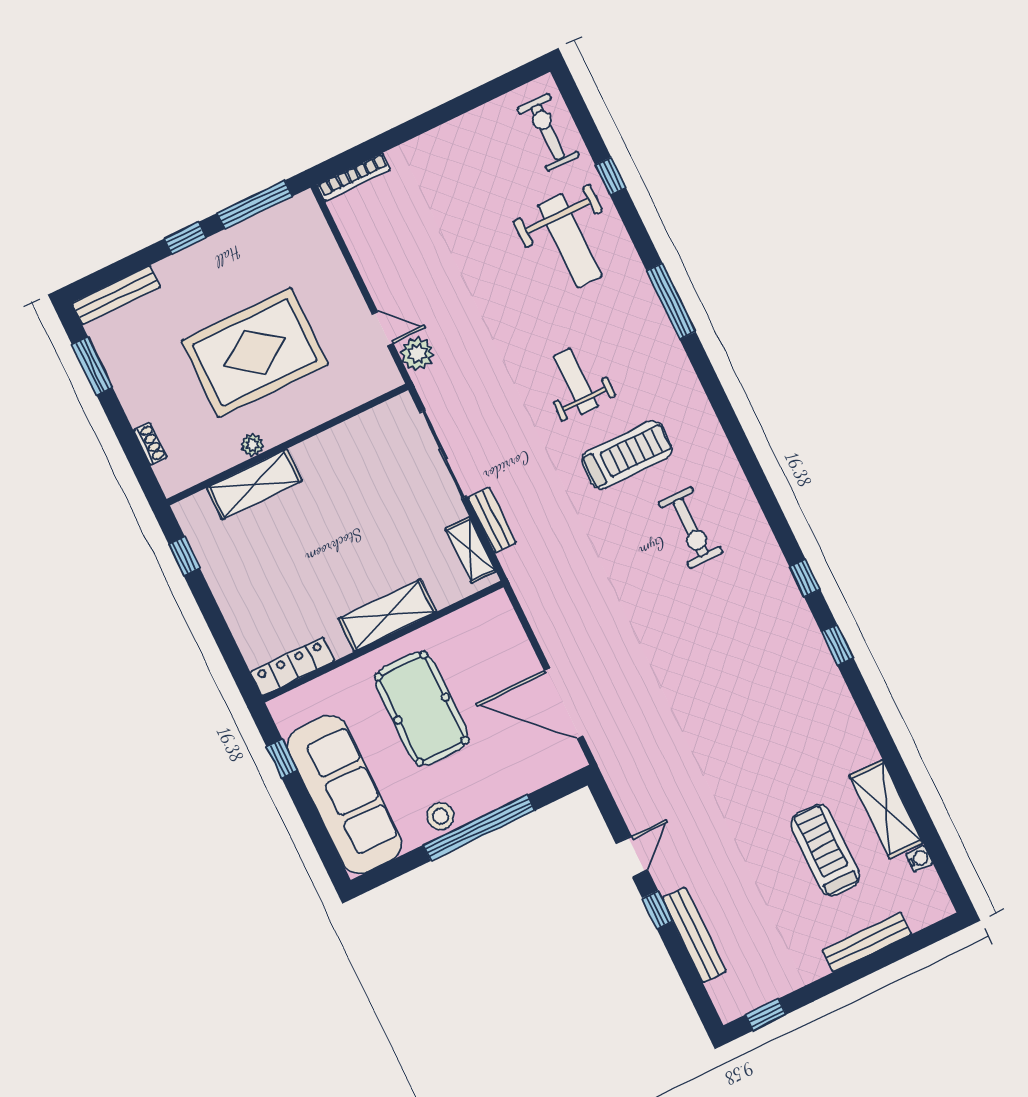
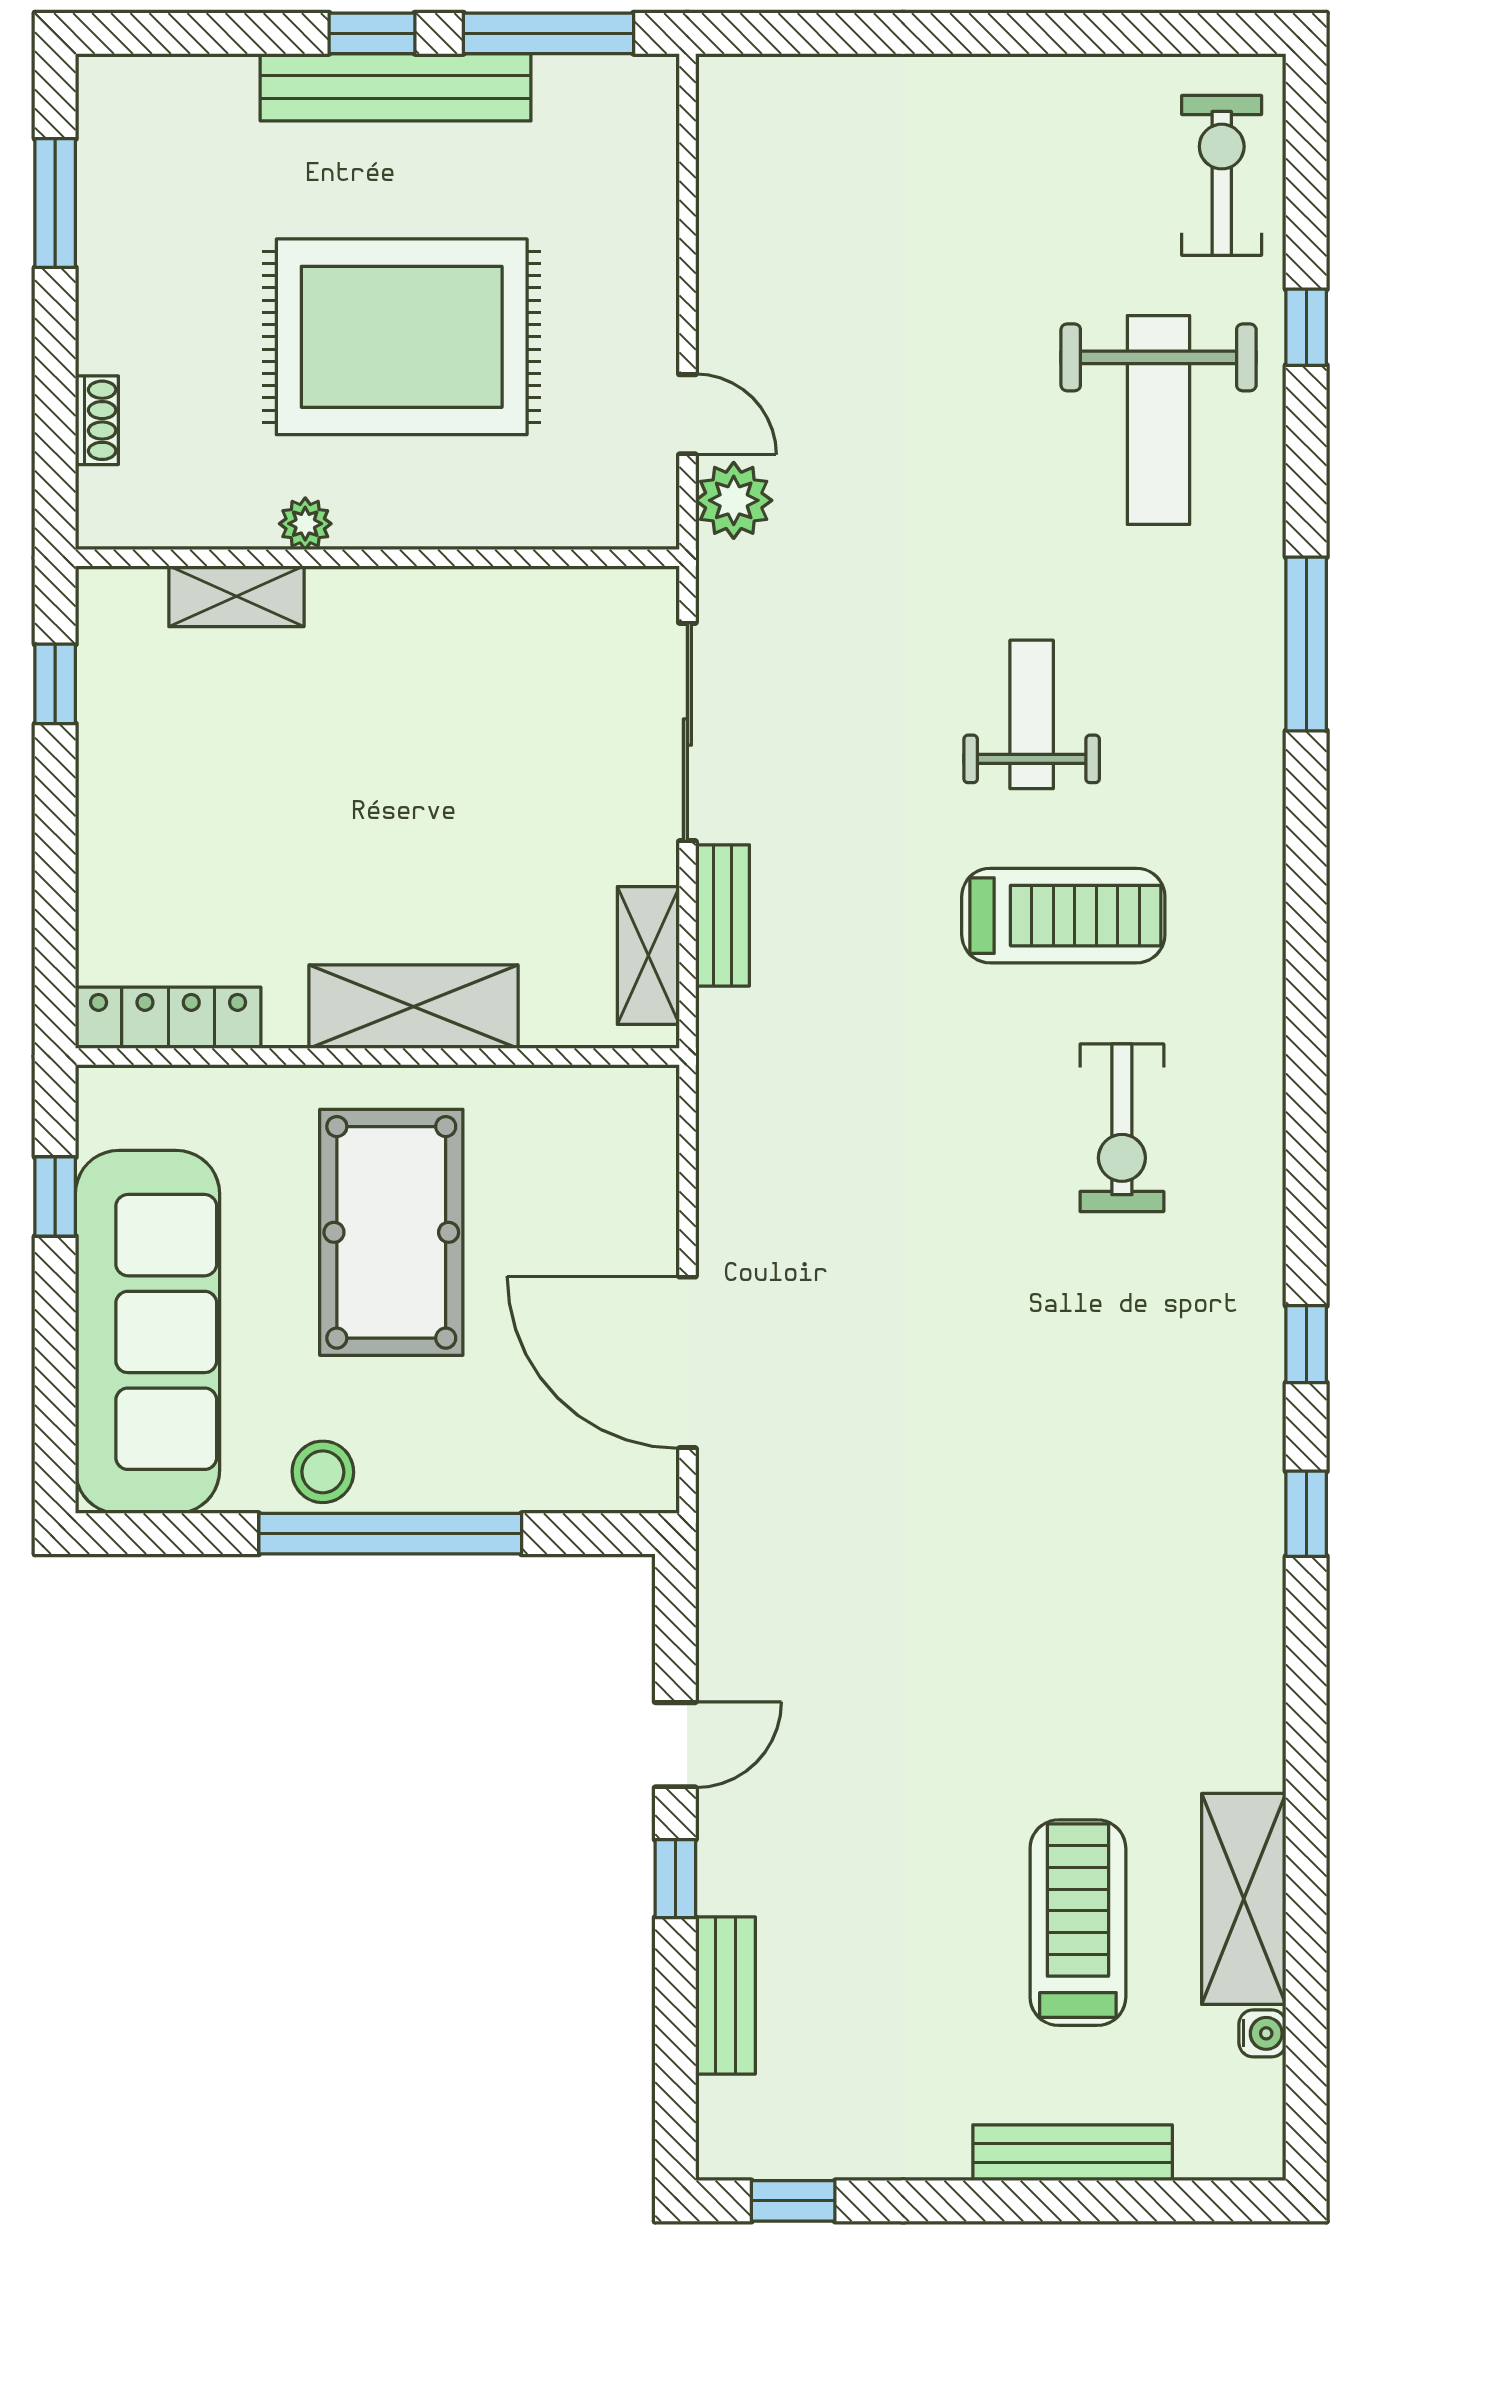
bookcase: (354, 177) -> (779, 75), removed
bench: (116, 295) -> (396, 87), moved, width x1.37, depth x1.21
shelving: (254, 484) -> (236, 596), width x0.67, depth x0.75
bench: (694, 935) -> (726, 1995), width x0.73

